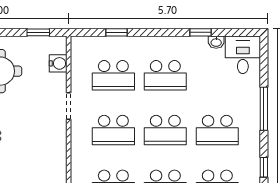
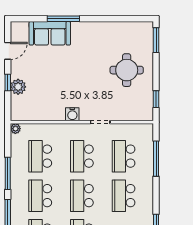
window: (117, 32) -> (156, 159), width x2.17
water cooler: (58, 63) -> (72, 114), moved

